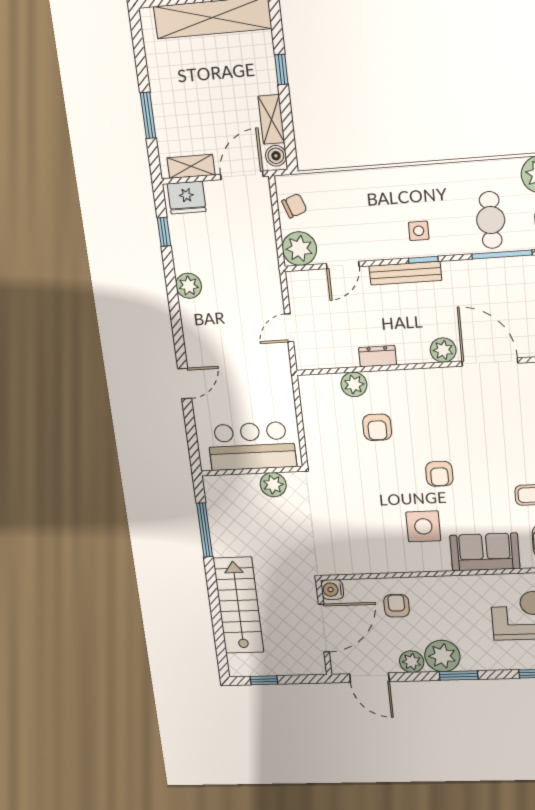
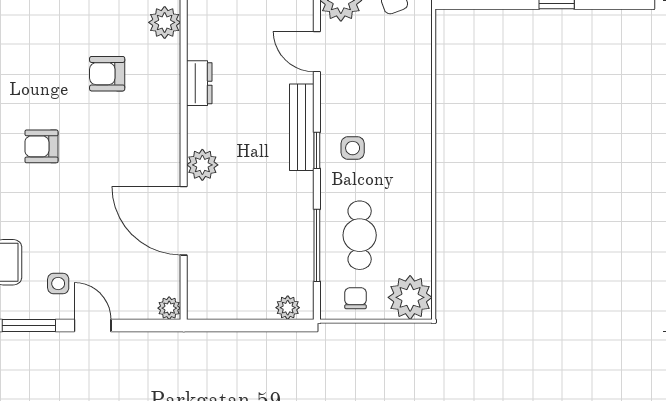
cafe table: (491, 220) -> (360, 235), turned 90
door: (490, 362) -> (184, 221), swing flipped
plant: (354, 384) -> (165, 22), moved

